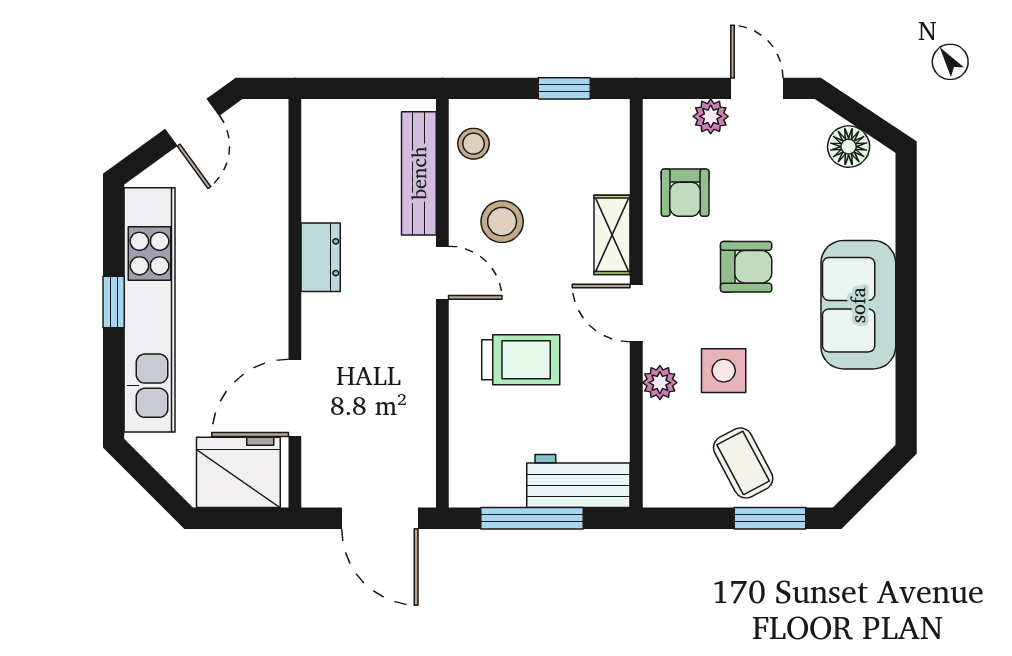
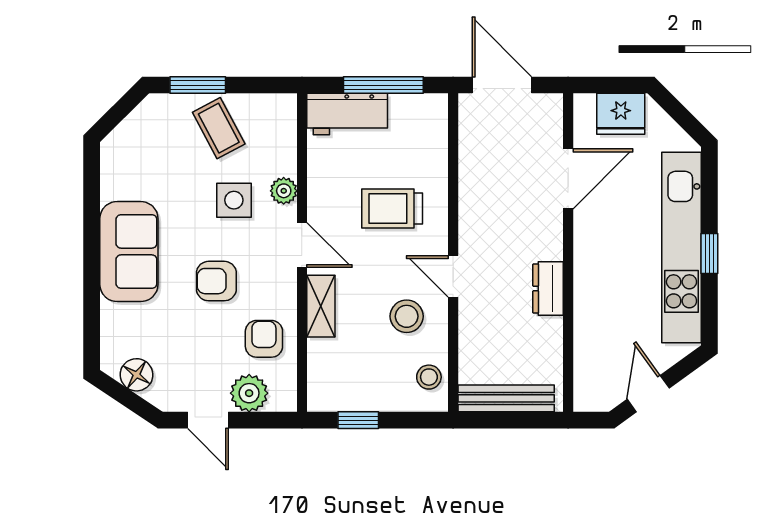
plant: (711, 116) -> (249, 393), width x1.38, depth x1.38
bench: (419, 173) -> (506, 398), moved, turned 90
fridge: (238, 472) -> (621, 114), width x0.73, depth x0.75

